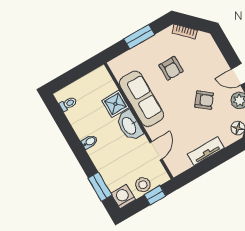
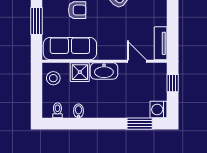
sofa: (141, 99) -> (70, 49), moved
bidet: (90, 142) -> (79, 111), moved
tv unit: (206, 151) -> (161, 43), moved
stool: (143, 185) -> (53, 78), moved

